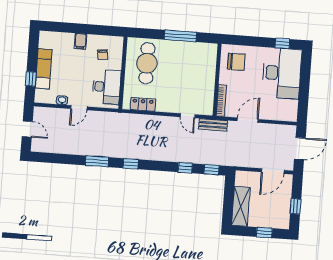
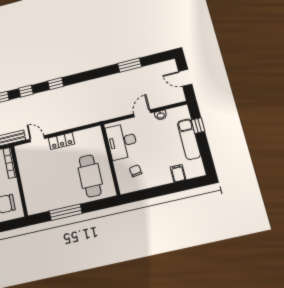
filing cabinet: (81, 41) -> (178, 173), moved
locker: (143, 104) -> (61, 141), moved
window: (97, 161) -> (130, 65), moved
window: (131, 164) -> (56, 84), moved

